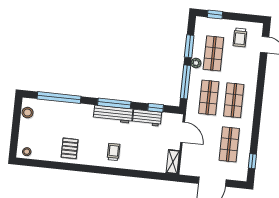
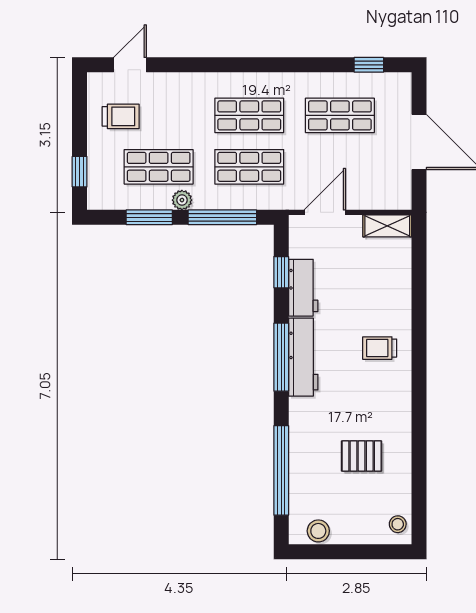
pallet: (70, 148) -> (362, 456), moved

